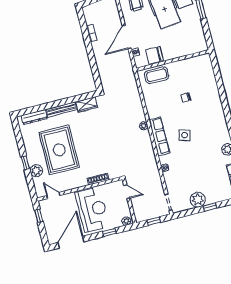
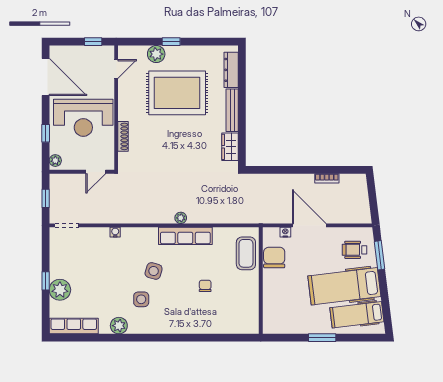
row of seats: (159, 136) -> (185, 236), moved
side table: (206, 139) -> (141, 299), added
plant: (198, 200) -> (60, 290), moved

